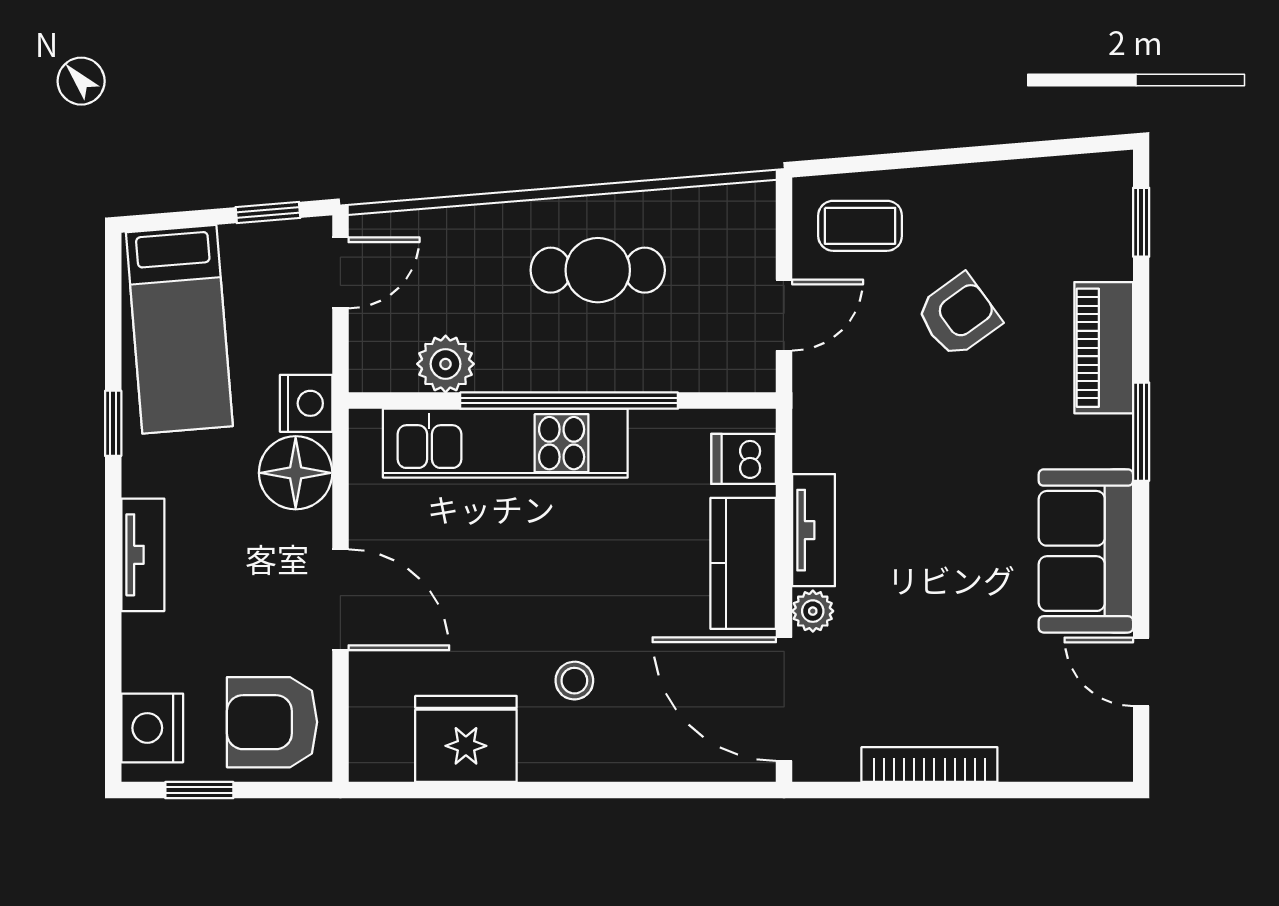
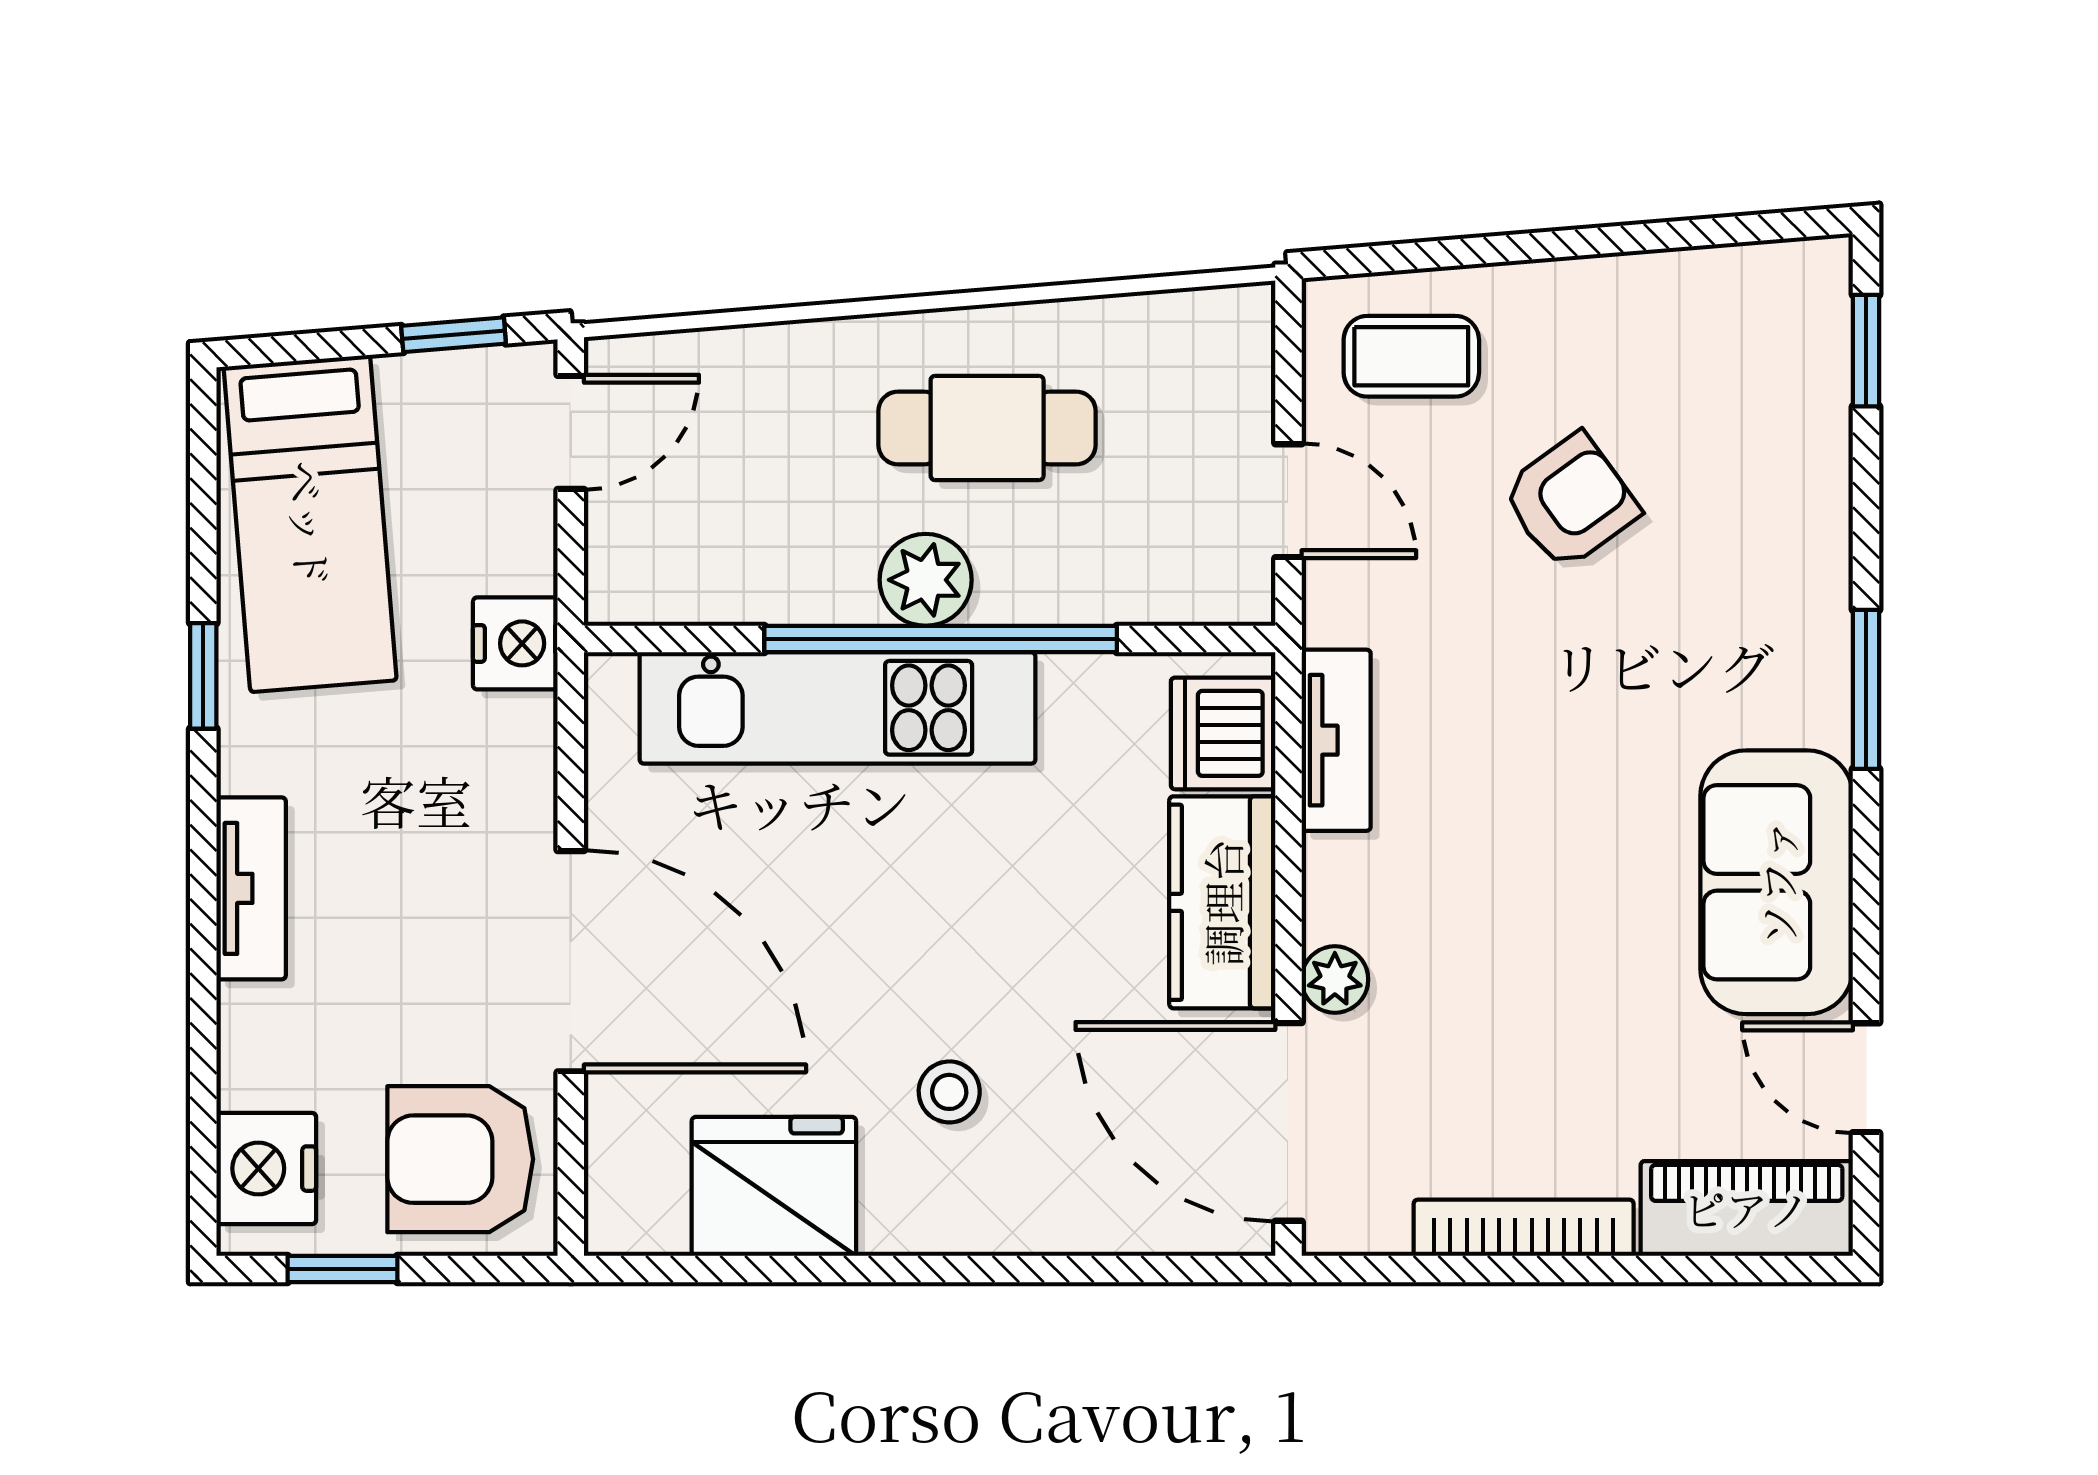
door: (784, 315) -> (1288, 501), hinge flipped
piano: (1104, 348) -> (1747, 1208), moved, turned 90
plant: (446, 364) -> (926, 580), moved
dishwasher: (744, 459) -> (1223, 733), width x1.38
floor lamp: (296, 473) -> (498, 756), removed
tv unit: (814, 530) -> (1336, 740), moved
door: (340, 600) -> (571, 961), width x1.36

